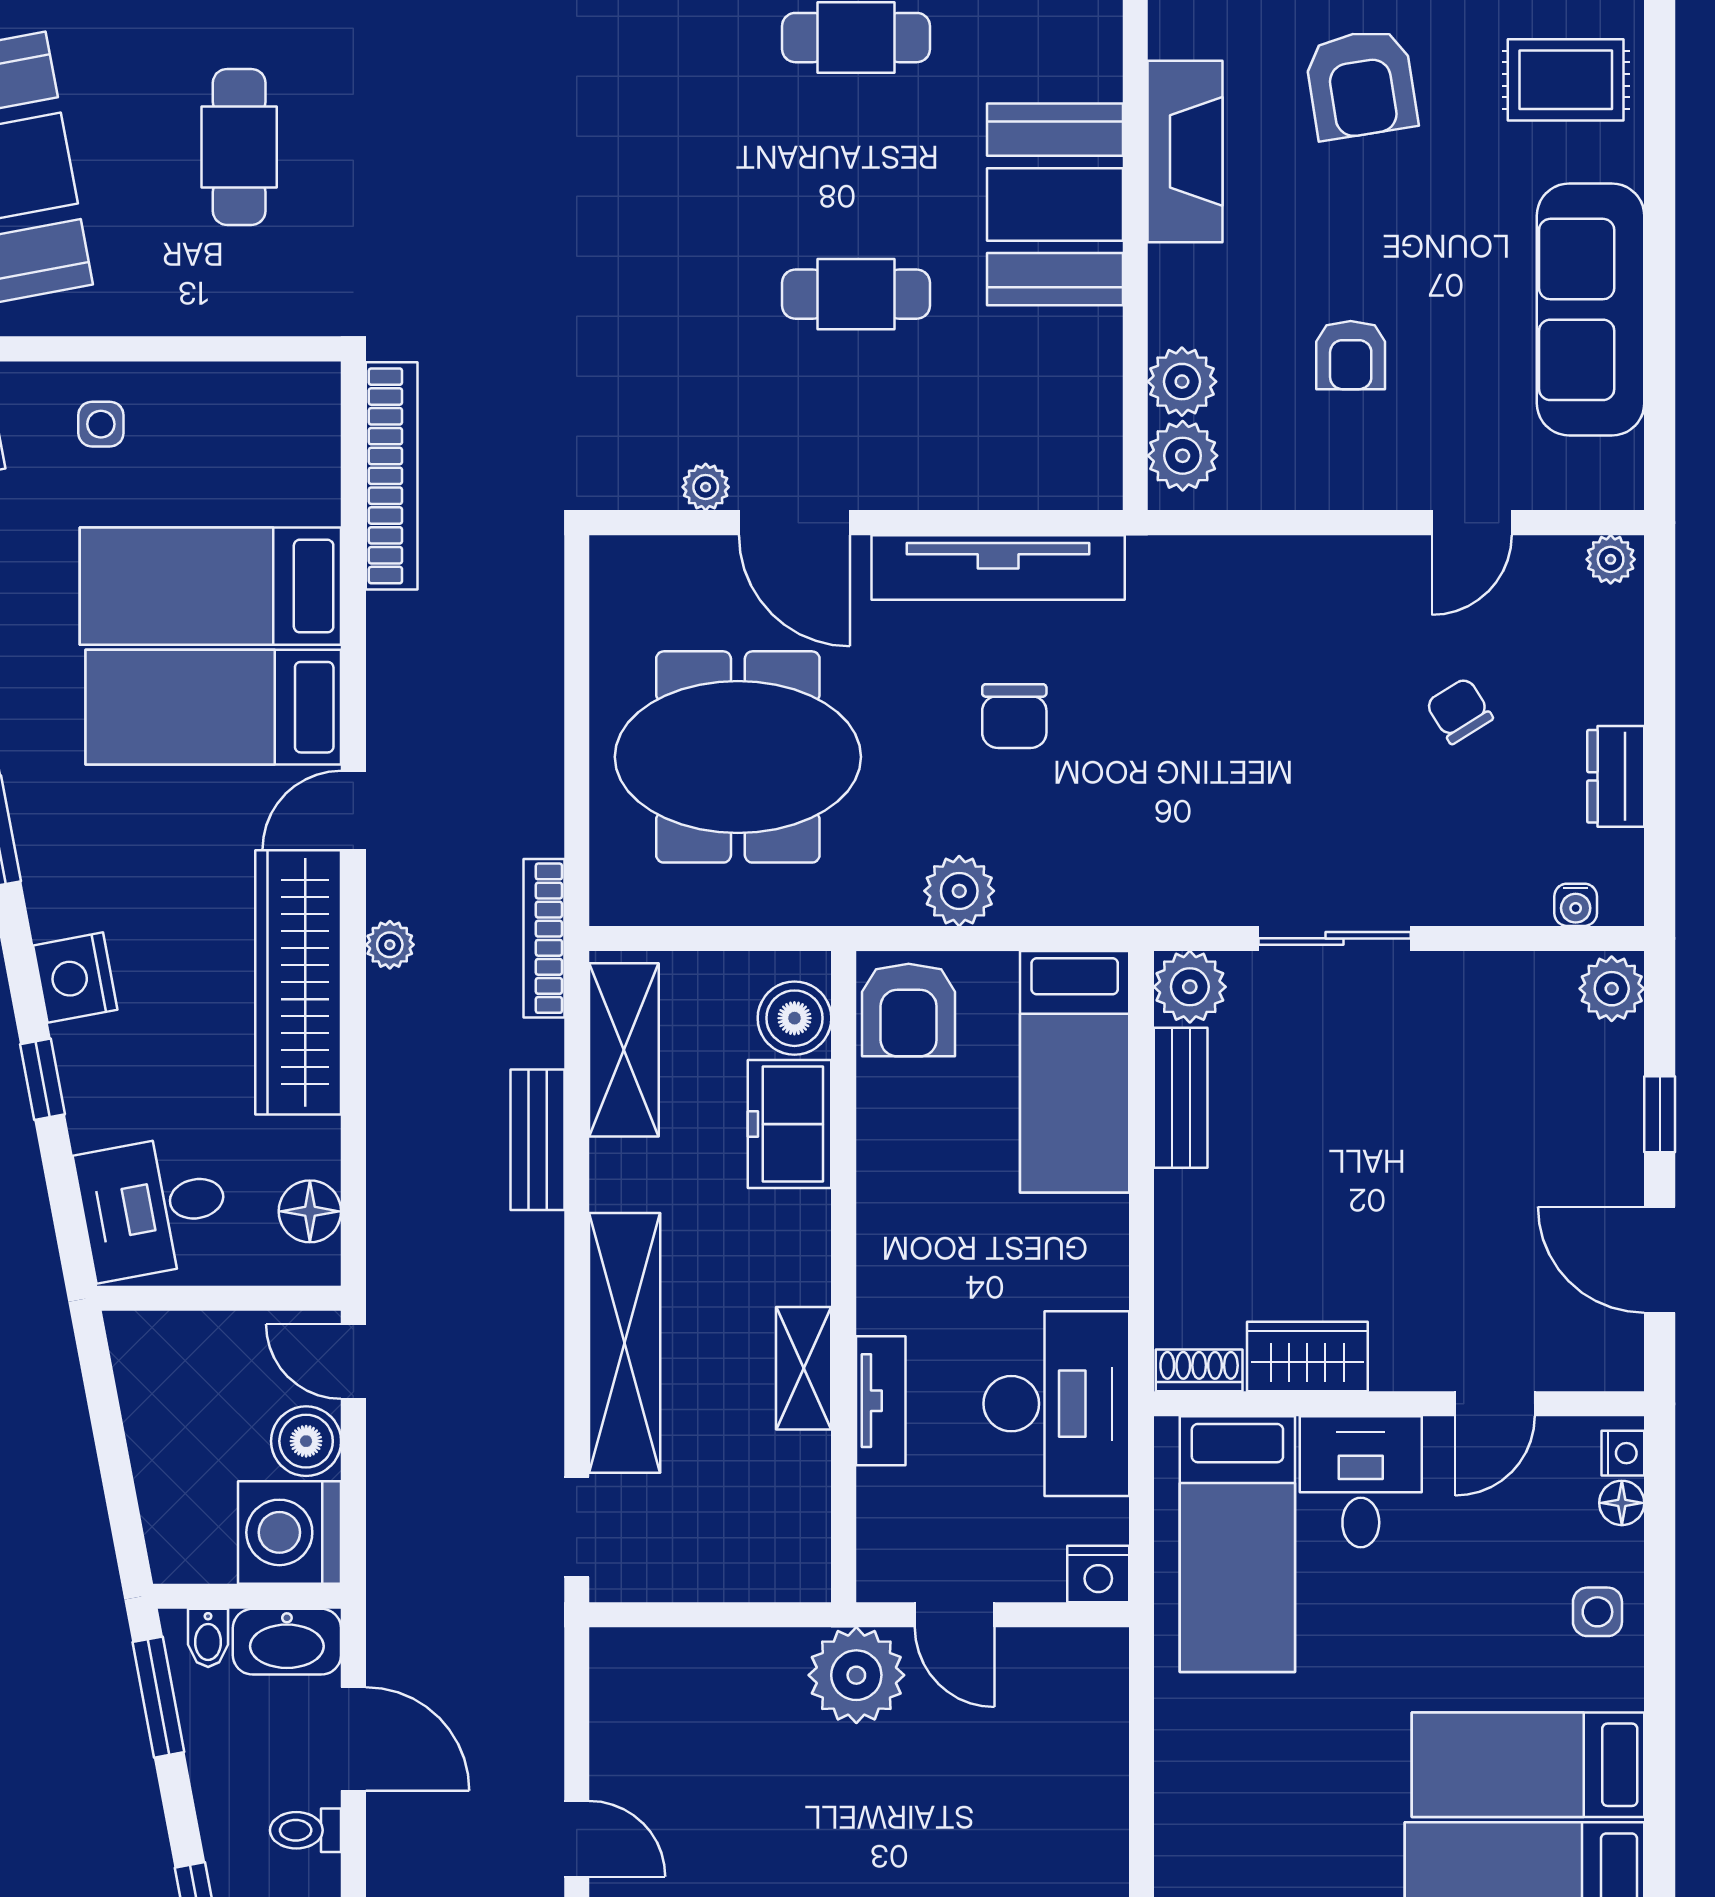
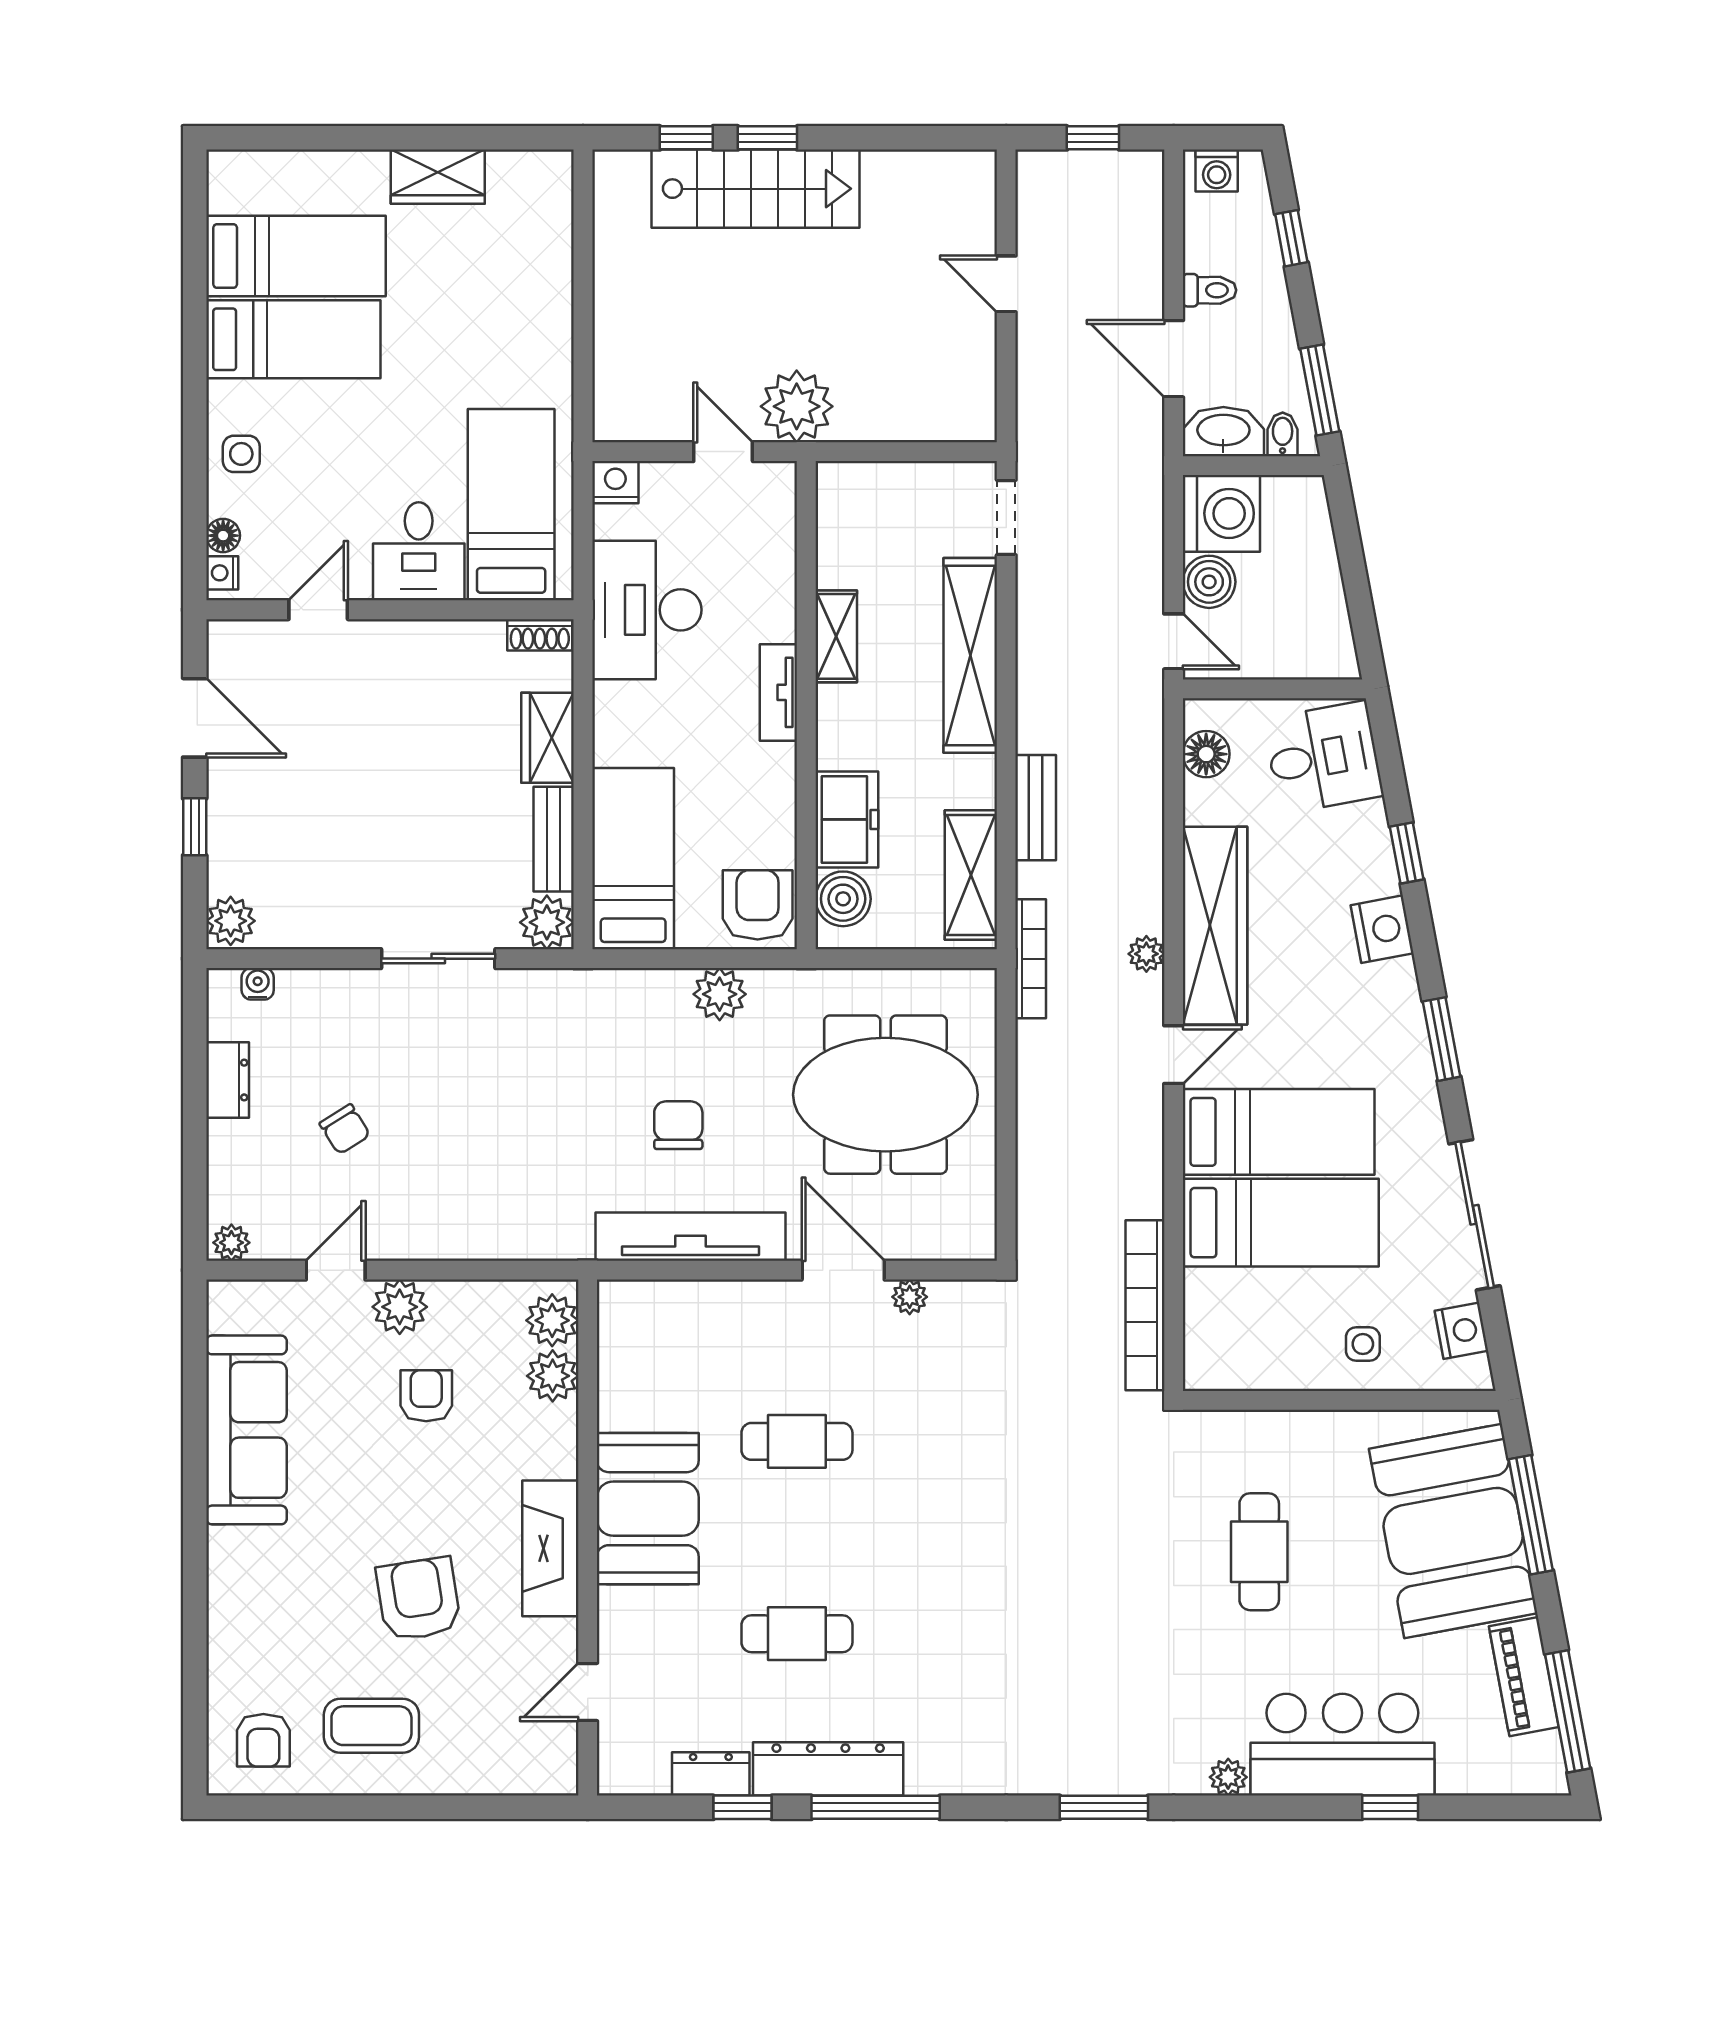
rug: (1566, 80) -> (265, 1602), removed
plant: (1386, 474) -> (400, 1307), added
wardrobe: (1307, 1357) -> (548, 738), moved, turned 90
tv unit: (881, 1401) -> (778, 692), moved

